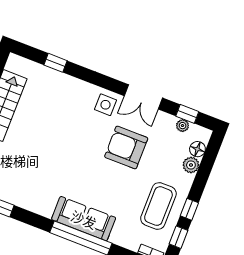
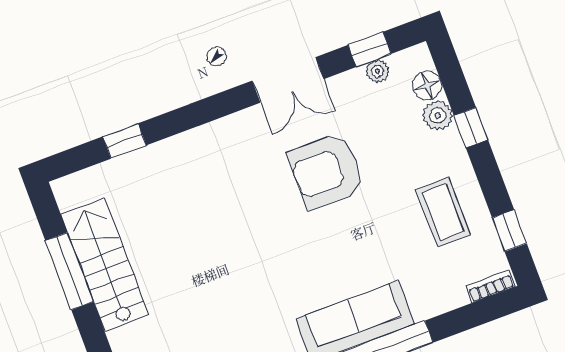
side table: (106, 105) -> (245, 137), removed
coffee table: (158, 206) -> (443, 212), width x0.73, depth x0.76
window: (189, 209) -> (471, 128), moved

